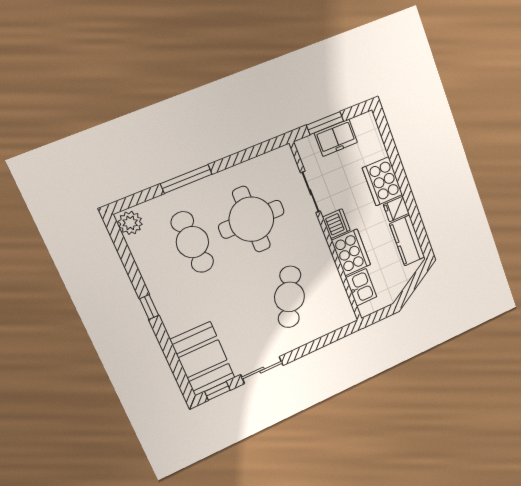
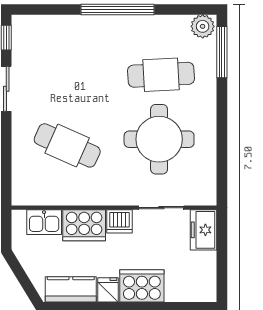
window: (325, 123) -> (222, 248), removed
freezer: (336, 138) -> (204, 230), moved
window: (186, 179) -> (222, 52), moved
window: (149, 307) -> (117, 9), width x3.17
booth: (203, 359) -> (45, 37), removed

